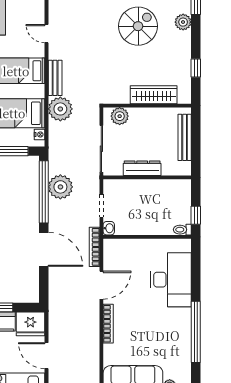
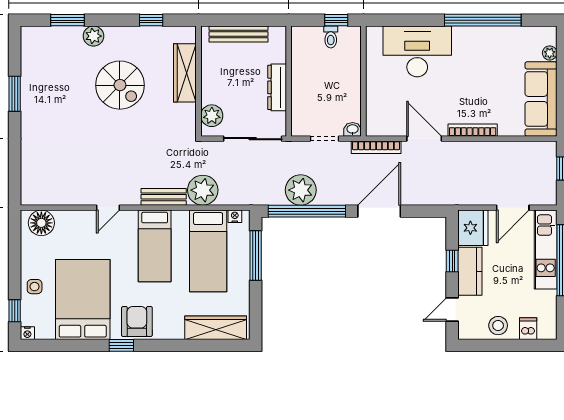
spiral stairs: (138, 26) -> (120, 85), moved, turned 180
toilet: (182, 230) -> (331, 37), moved

